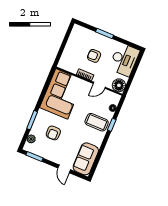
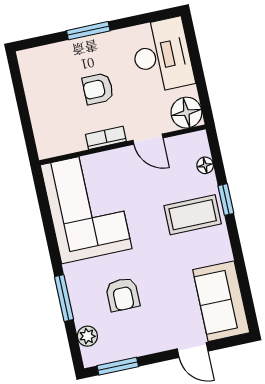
door: (99, 85) -> (148, 139), hinge flipped

